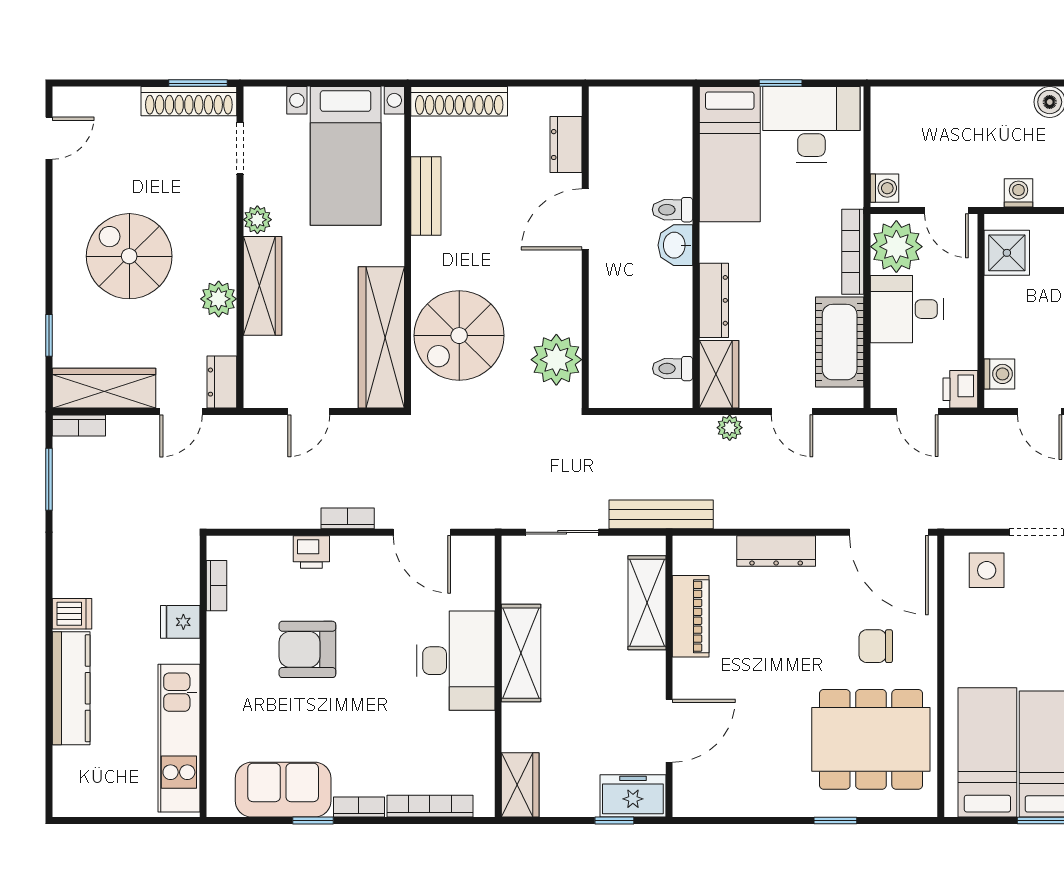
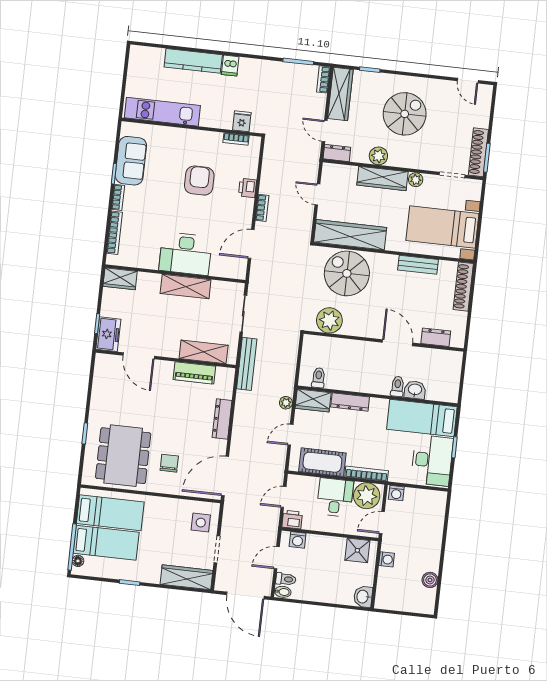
washbasin: (675, 245) -> (415, 390), moved
fridge: (180, 622) -> (242, 121), moved

